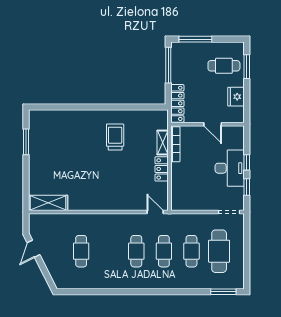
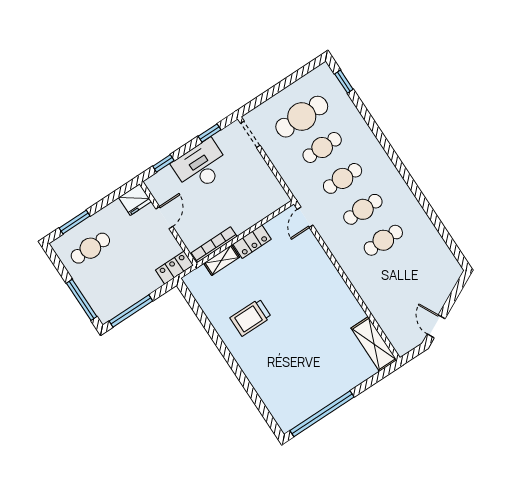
cafe table: (224, 66) -> (90, 248), turned 90
fridge: (236, 97) -> (135, 200), moved
locker: (177, 103) -> (174, 268), width x0.66
window: (26, 142) -> (322, 414), width x2.11
window: (247, 162) -> (163, 163), moved
door: (33, 249) -> (436, 326), swing flipped
cafe table: (81, 251) -> (383, 240), moved
window: (223, 292) -> (344, 82), width x0.67

